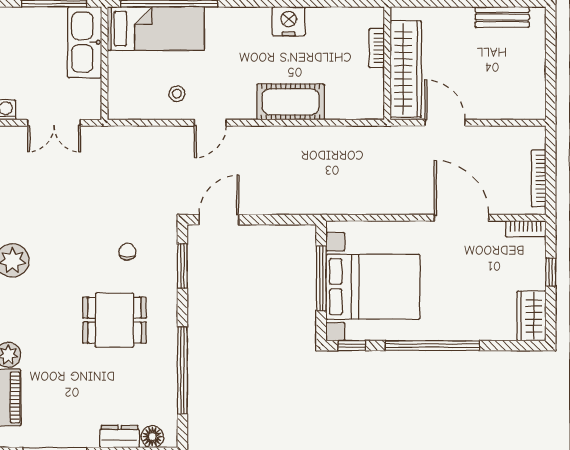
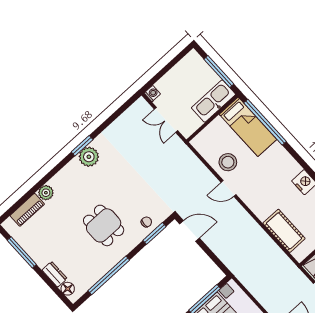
stool: (177, 94) -> (228, 162), width x1.89, depth x1.89
cot: (291, 102) -> (284, 231), moved
chair: (127, 252) -> (146, 222), moved

